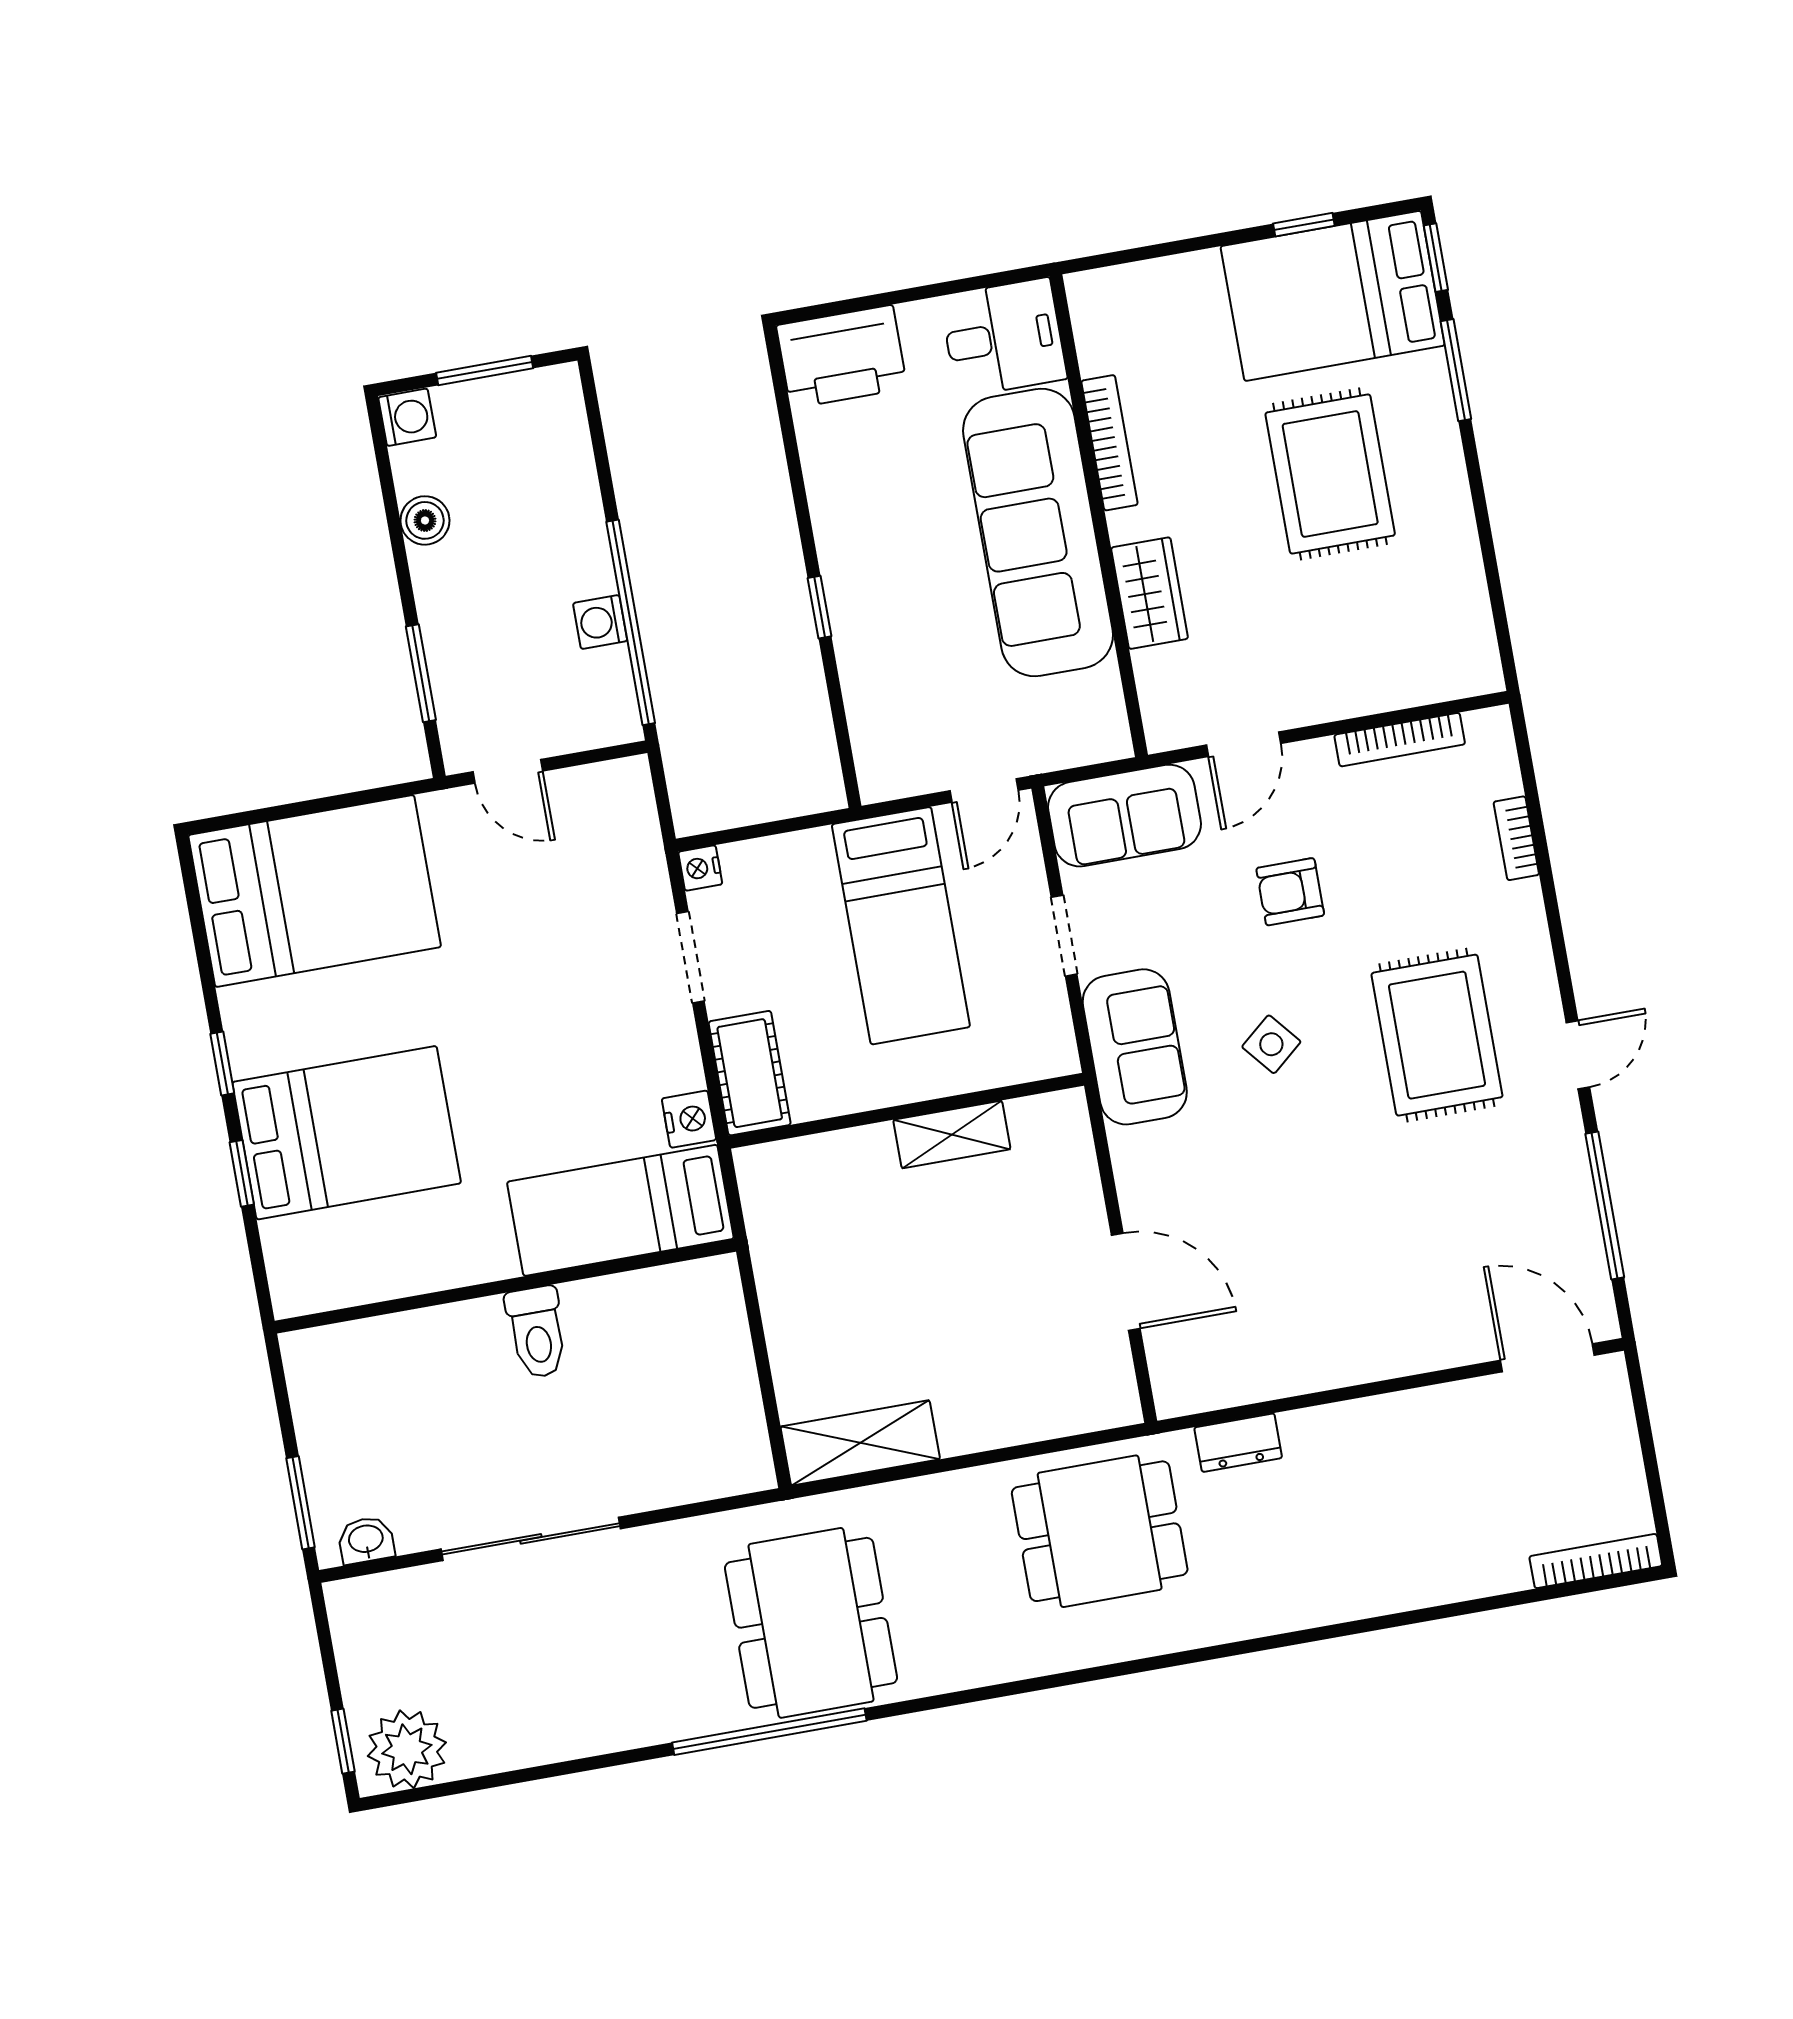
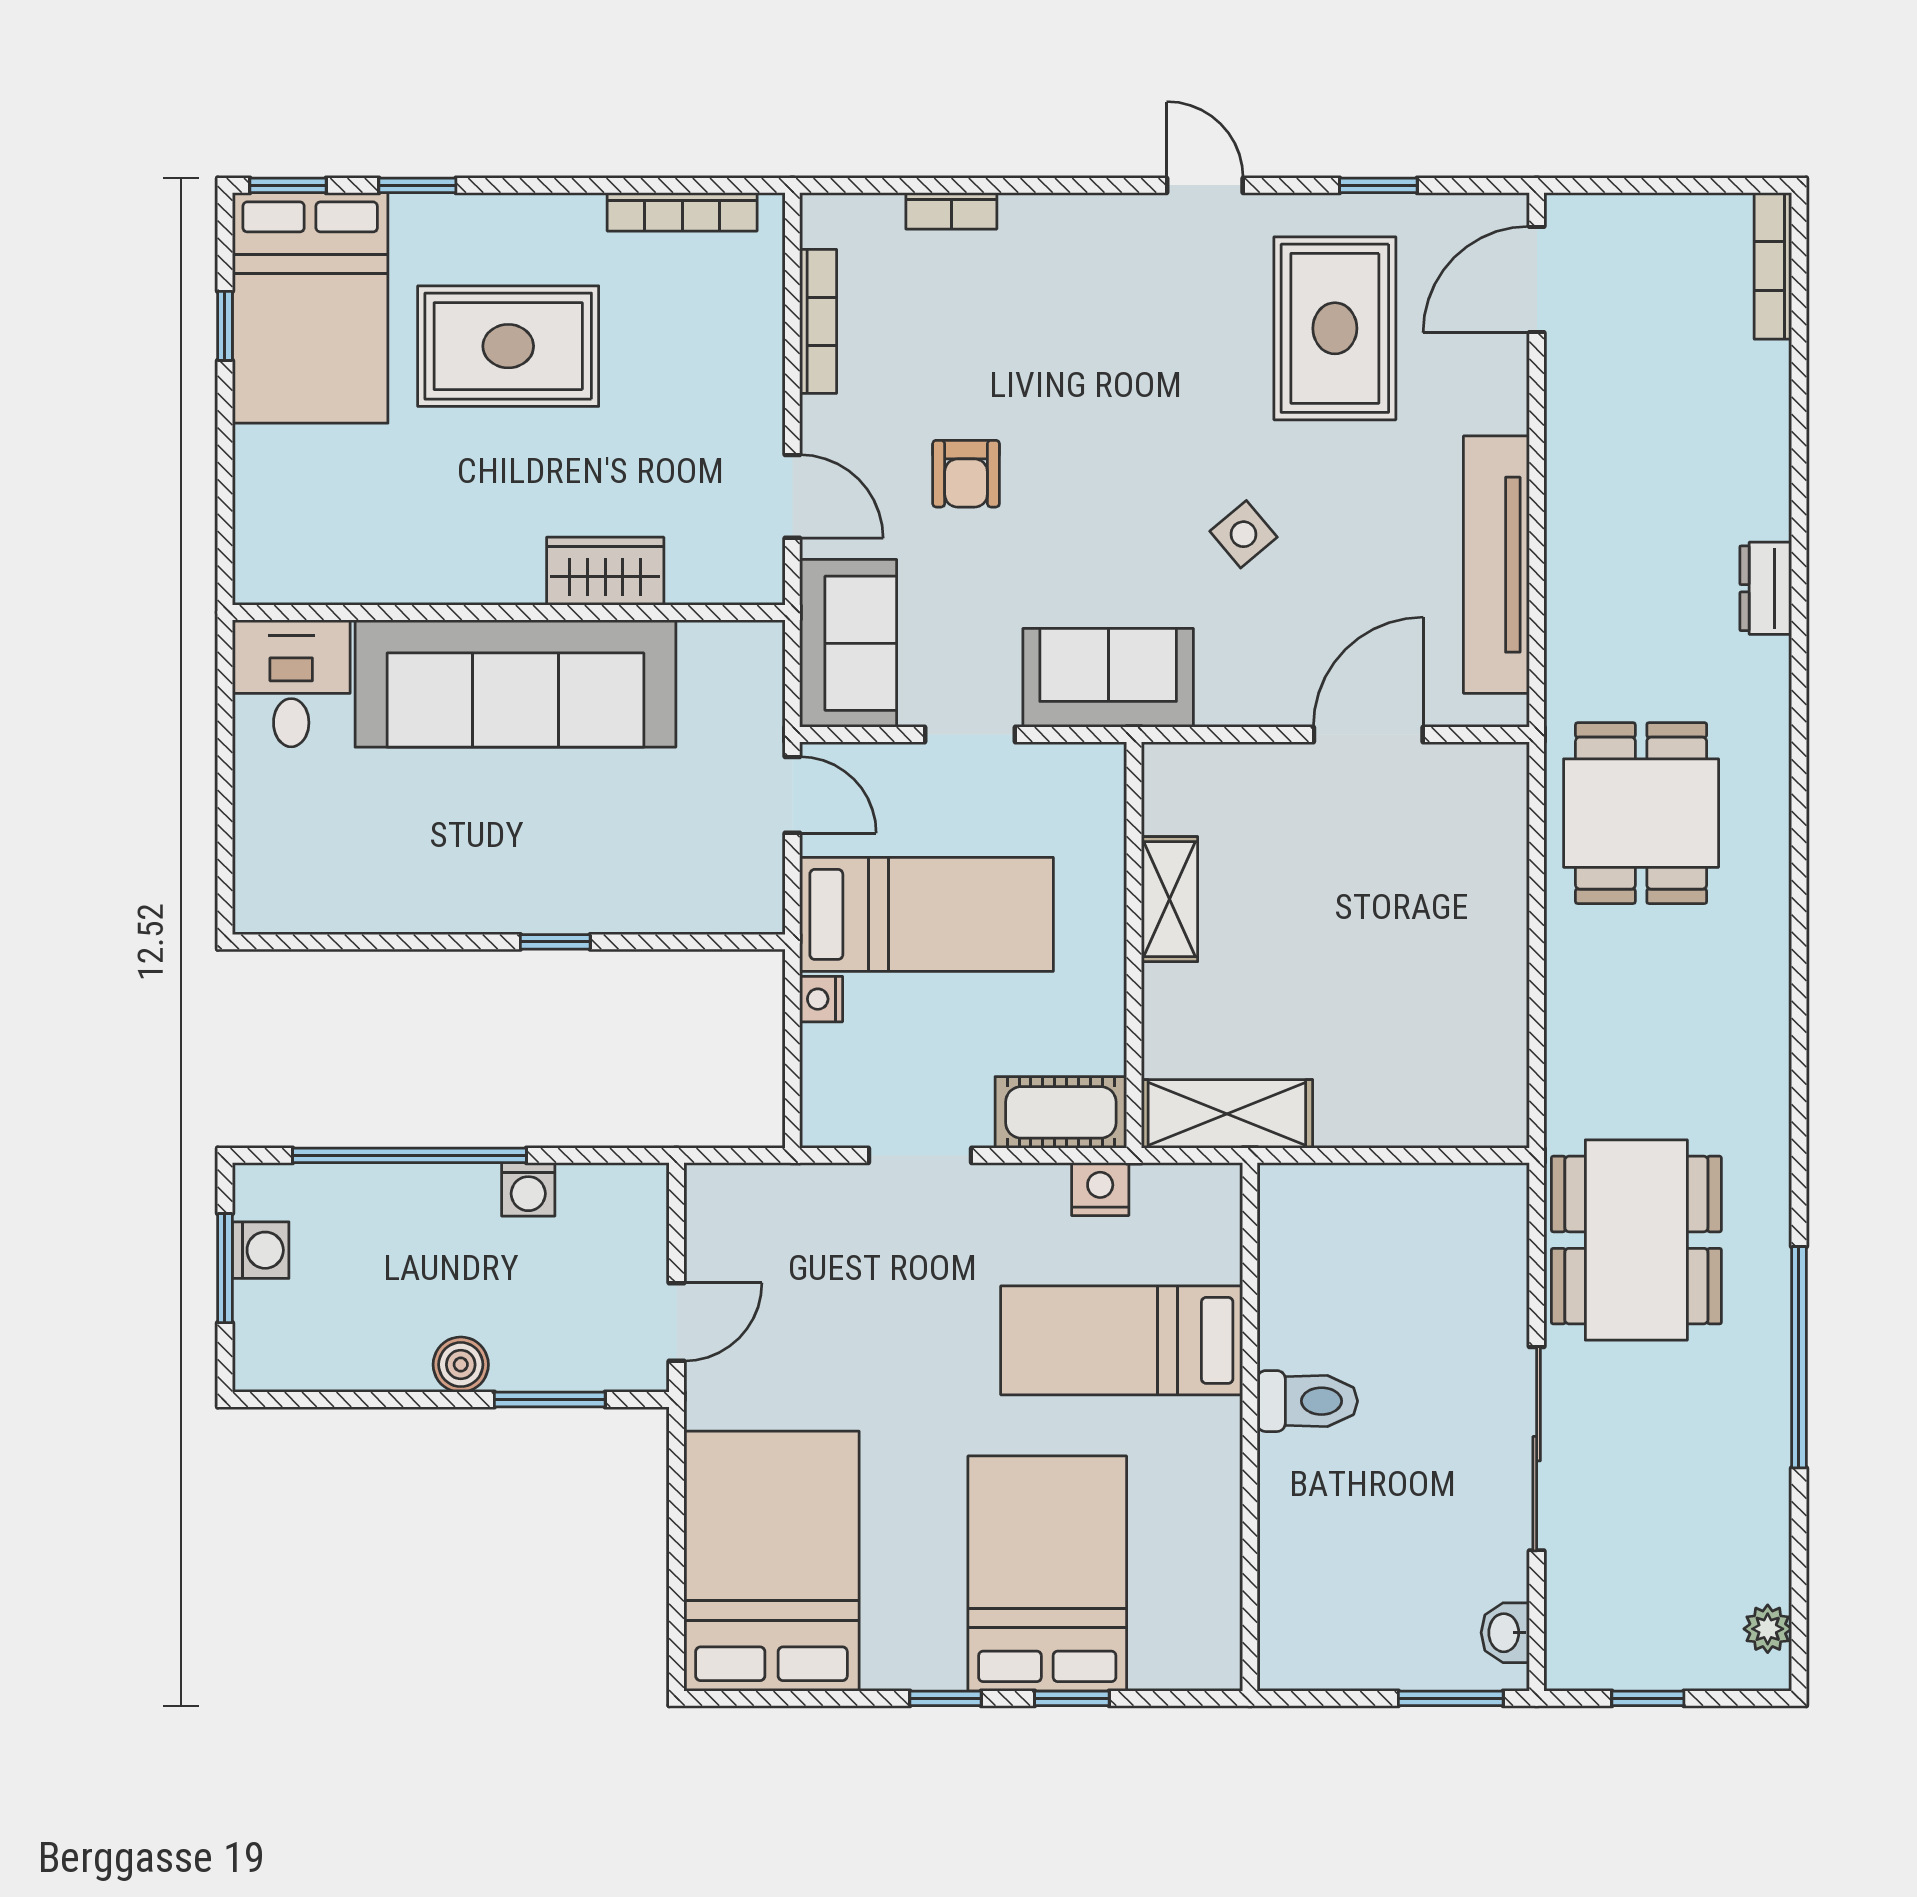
printer: (842, 357) -> (281, 867), removed
window: (1456, 370) -> (417, 185), width x0.67
washing machine: (407, 417) -> (261, 1250), moved, turned 90
bookcase: (1110, 443) -> (682, 212), moved, turned 180
boiler: (425, 520) -> (461, 1365), moved
window: (631, 622) -> (409, 1155), moved
nightstand: (700, 868) -> (821, 999), moved, turned 90
rug: (1437, 1035) -> (1335, 328), moved, turned 90
side table: (1271, 1044) -> (1244, 534), moved
window: (1605, 1206) -> (1378, 185), width x0.46
bed: (620, 1210) -> (1122, 1340), moved, turned 90
tv unit: (1293, 1367) -> (1496, 565), added
shelving: (860, 1443) -> (1227, 1114), moved, turned 90
dresser: (1238, 1443) -> (1766, 588), moved, turned 180
dining table: (811, 1623) -> (1636, 1240), moved, turned 90
window: (769, 1732) -> (1799, 1357), moved
window: (343, 1741) -> (1648, 1698), moved
plant: (407, 1749) -> (1768, 1629), width x0.53, depth x0.53

